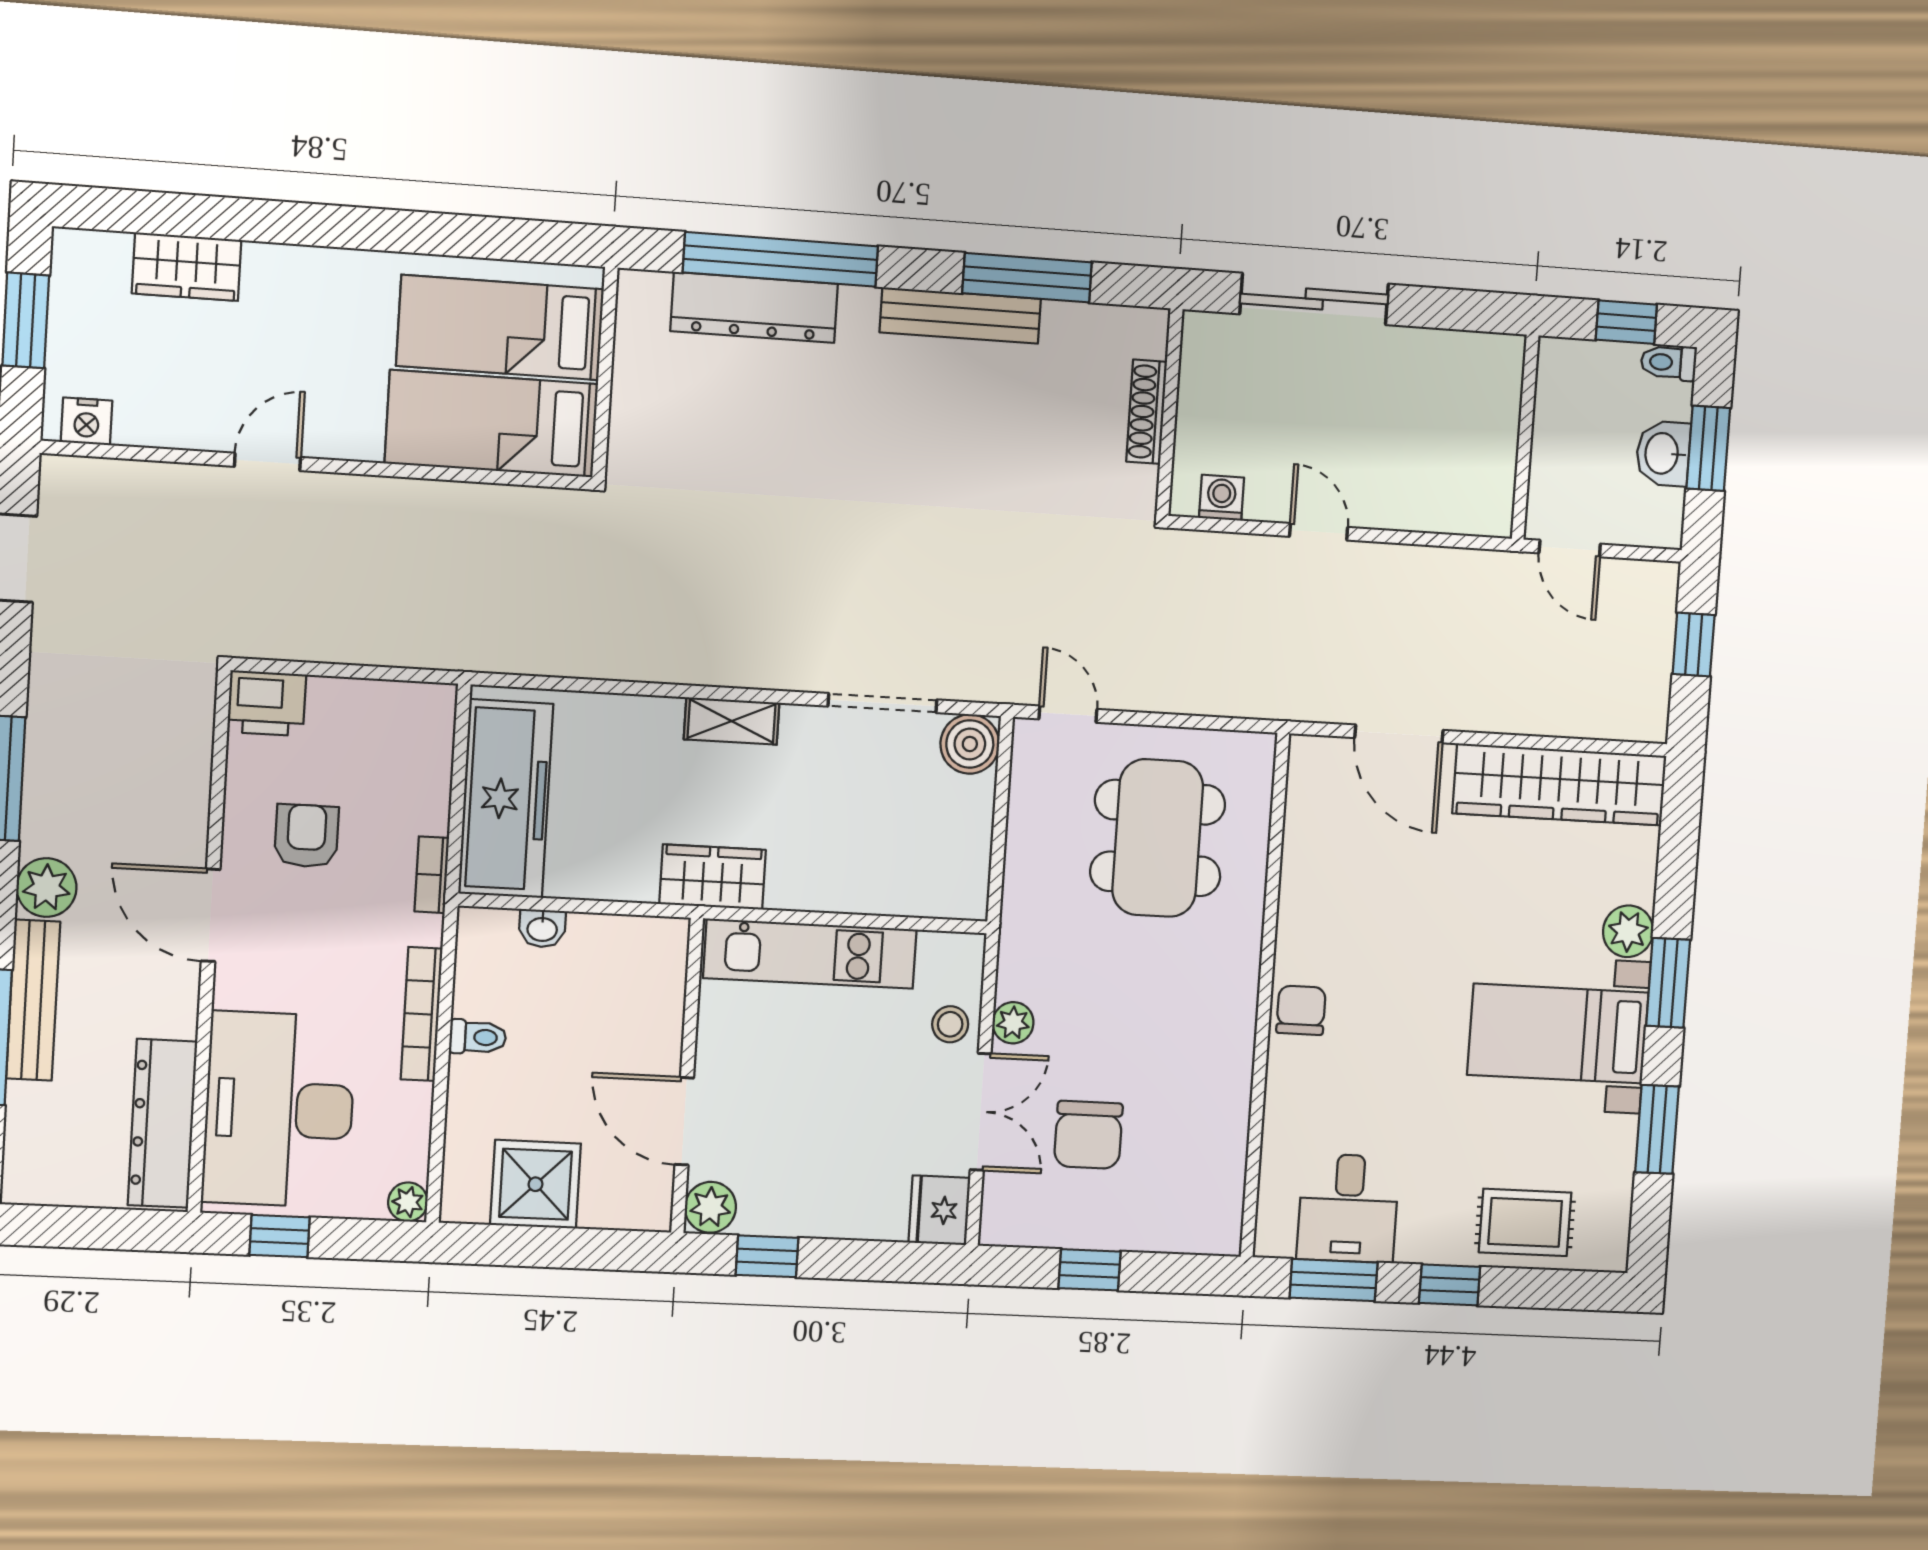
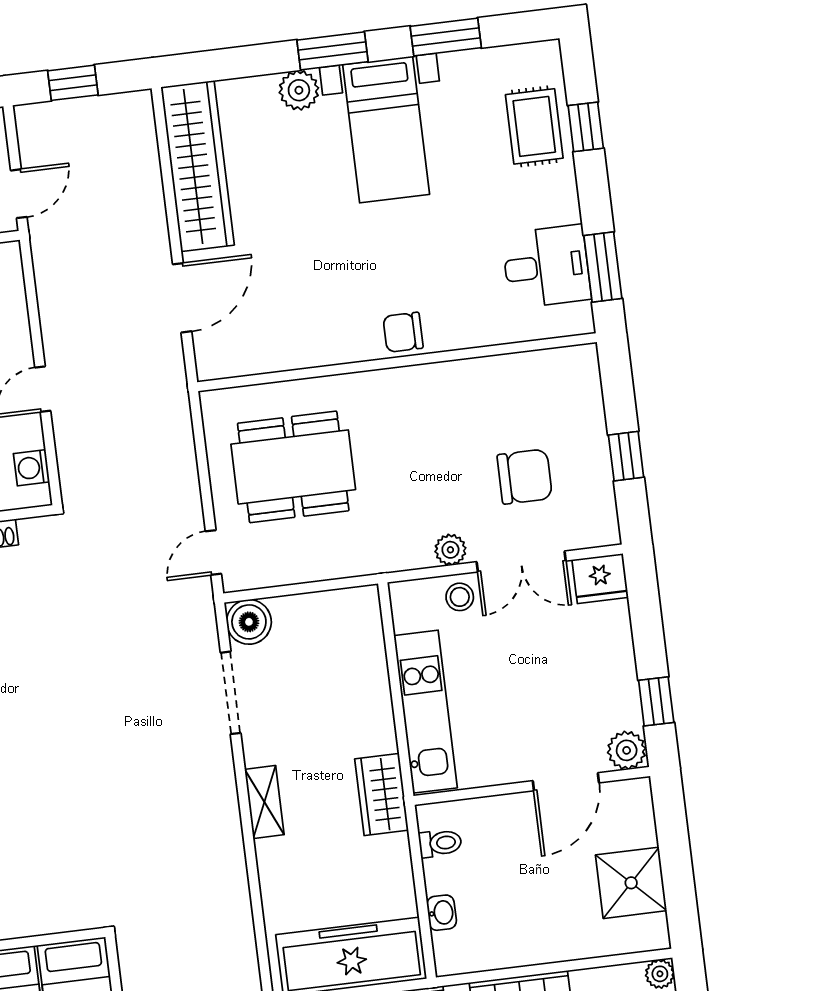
toilet: (478, 1037) -> (440, 843), moved, turned 90
double door: (981, 1112) -> (521, 561), swing flipped
window: (1450, 1285) -> (586, 127), moved

